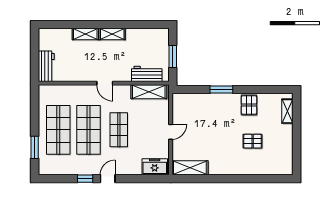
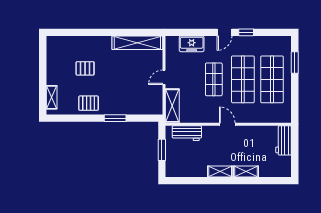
shelving: (149, 92) -> (172, 106), moved, turned 90
pallet: (249, 105) -> (89, 103), turned 90
freezer: (155, 167) -> (192, 44), moved
shelving: (190, 168) -> (137, 43), width x1.47

